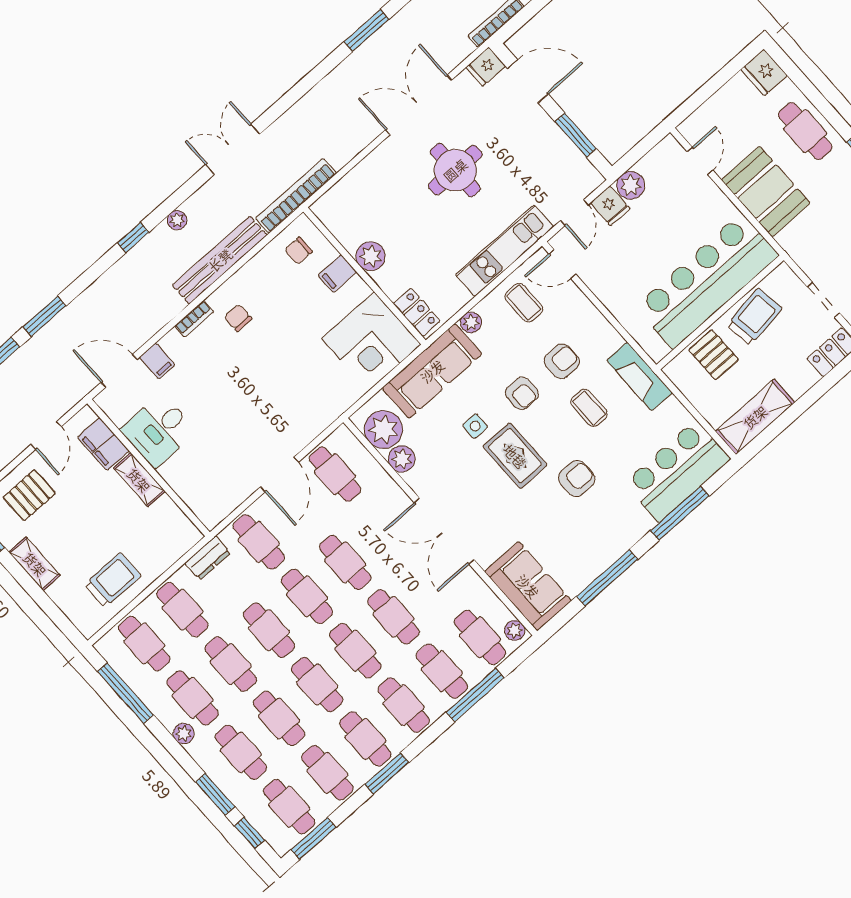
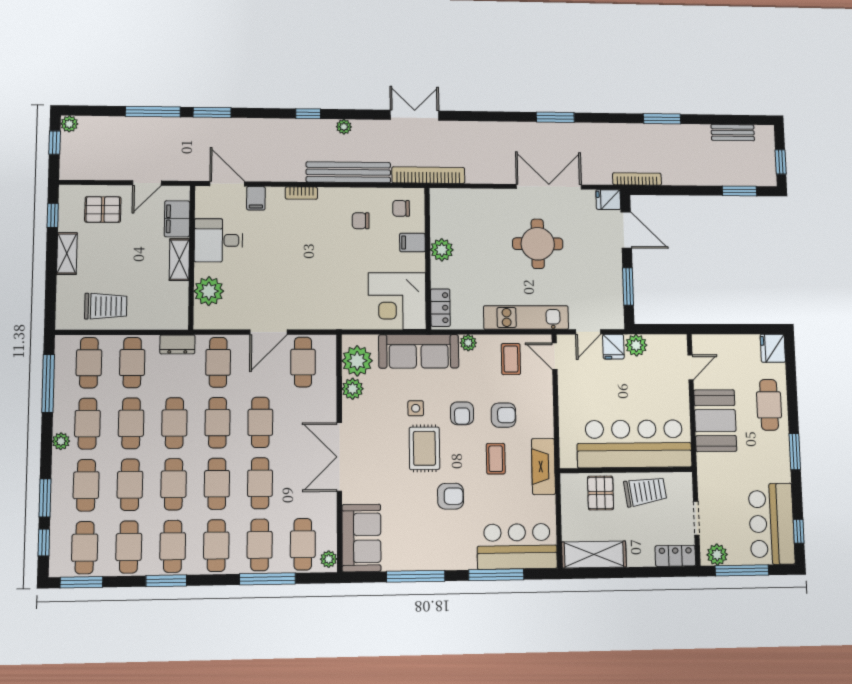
chair: (238, 318) -> (361, 221), moved, turned -90
plant: (192, 485) -> (209, 291), added

